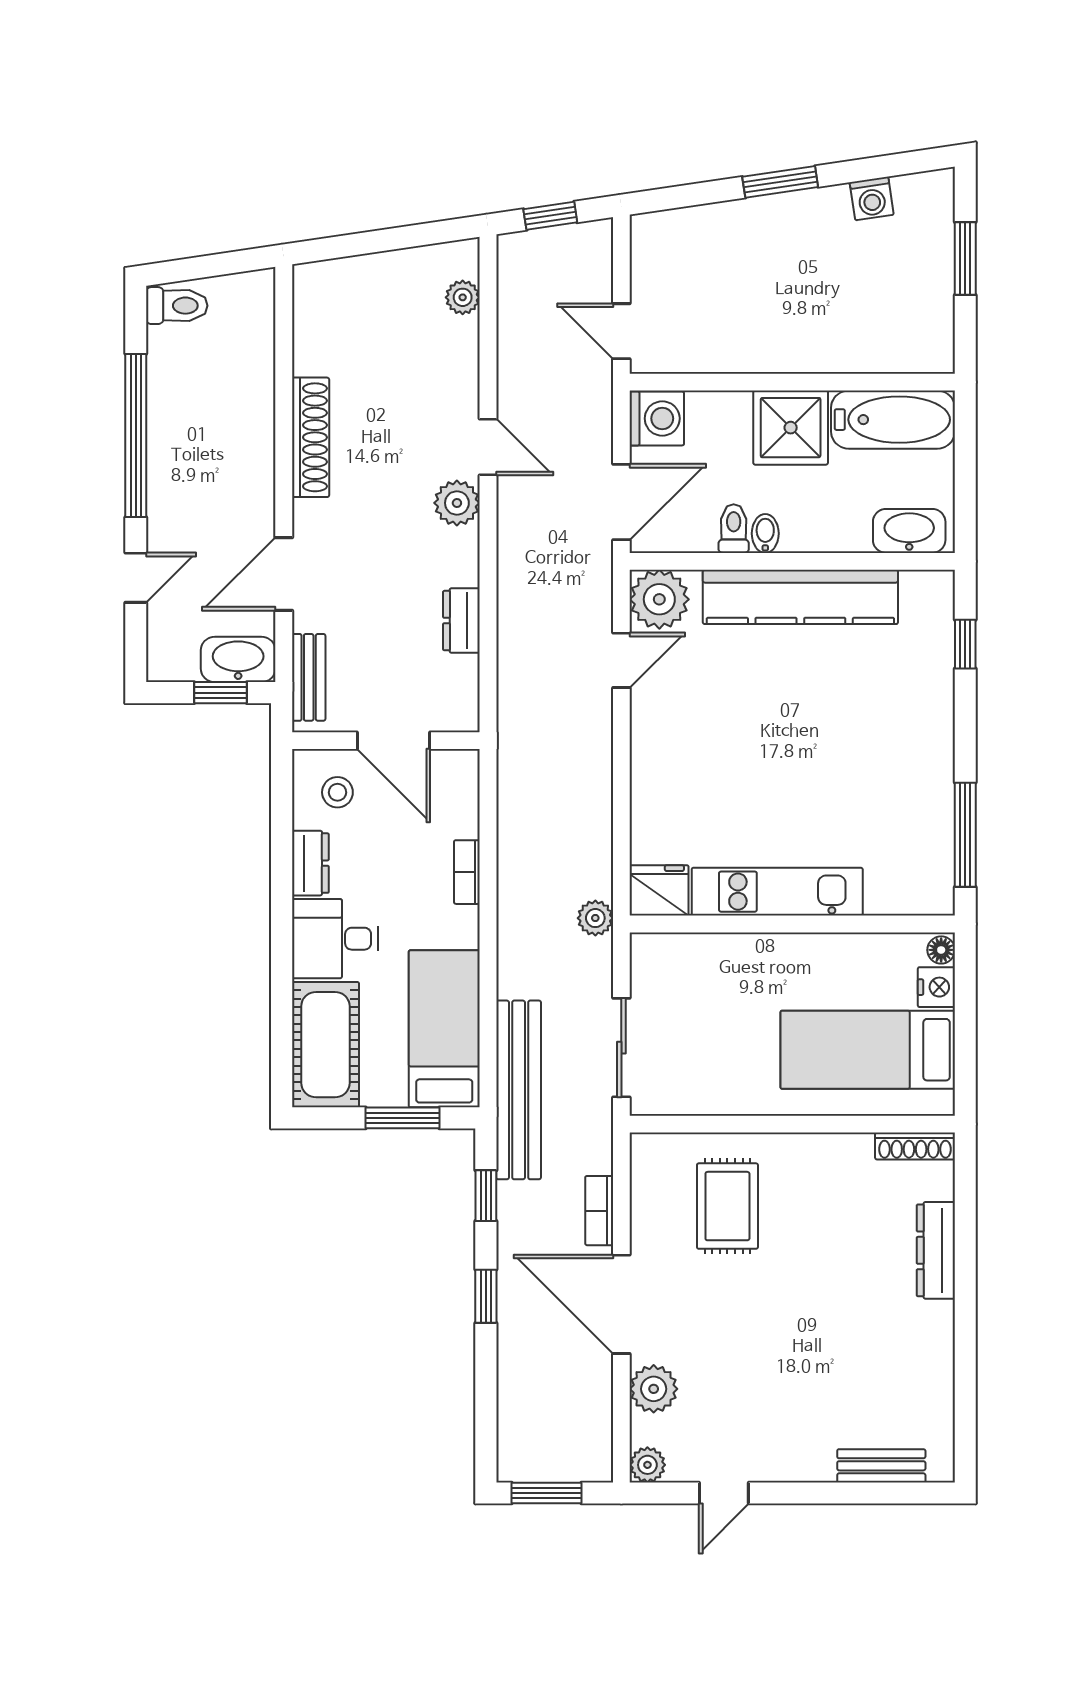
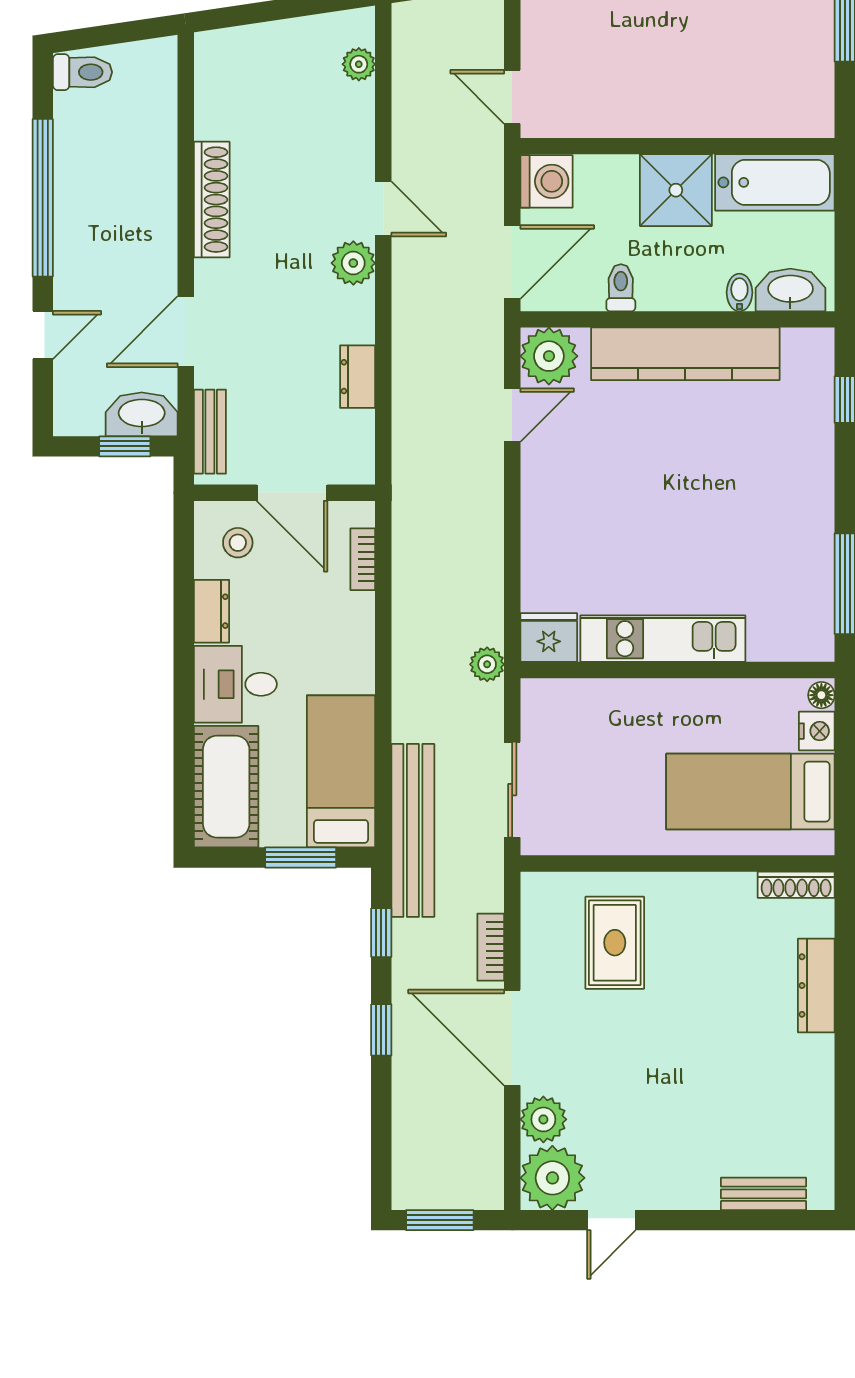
bidet: (765, 533) -> (739, 292), moved
bookcase: (467, 872) -> (363, 559), moved
plant: (647, 1465) -> (552, 1178), width x1.88, depth x1.88

